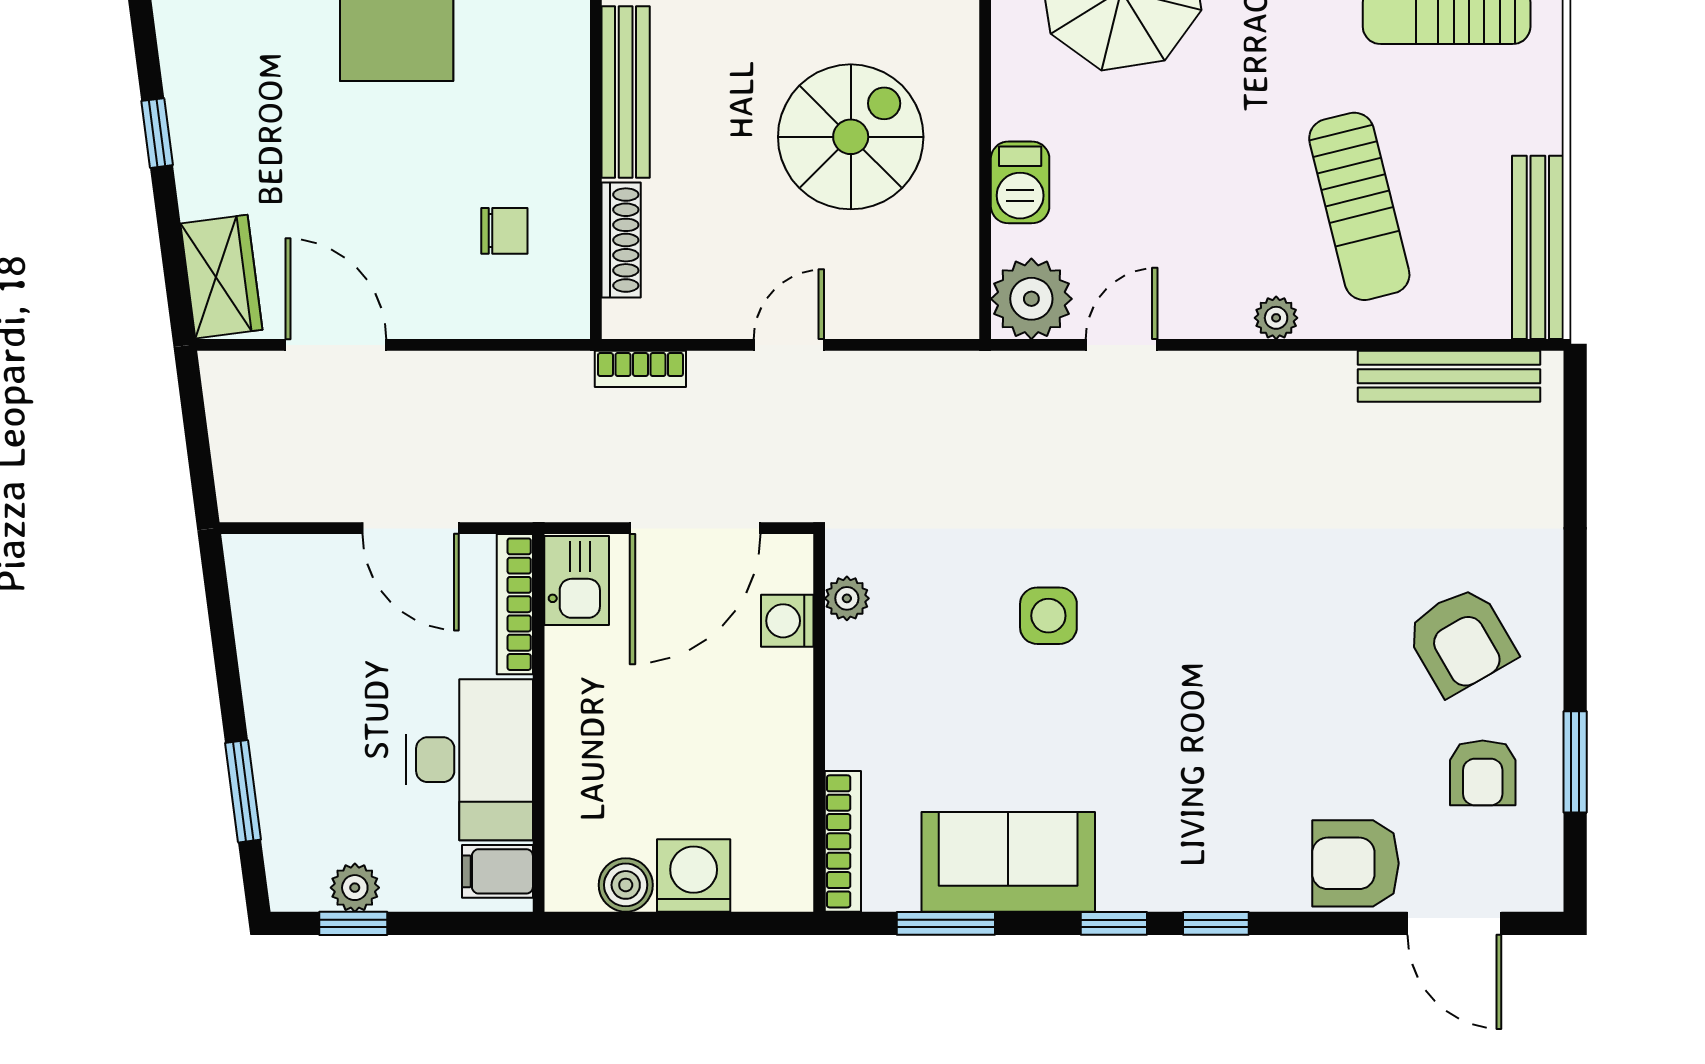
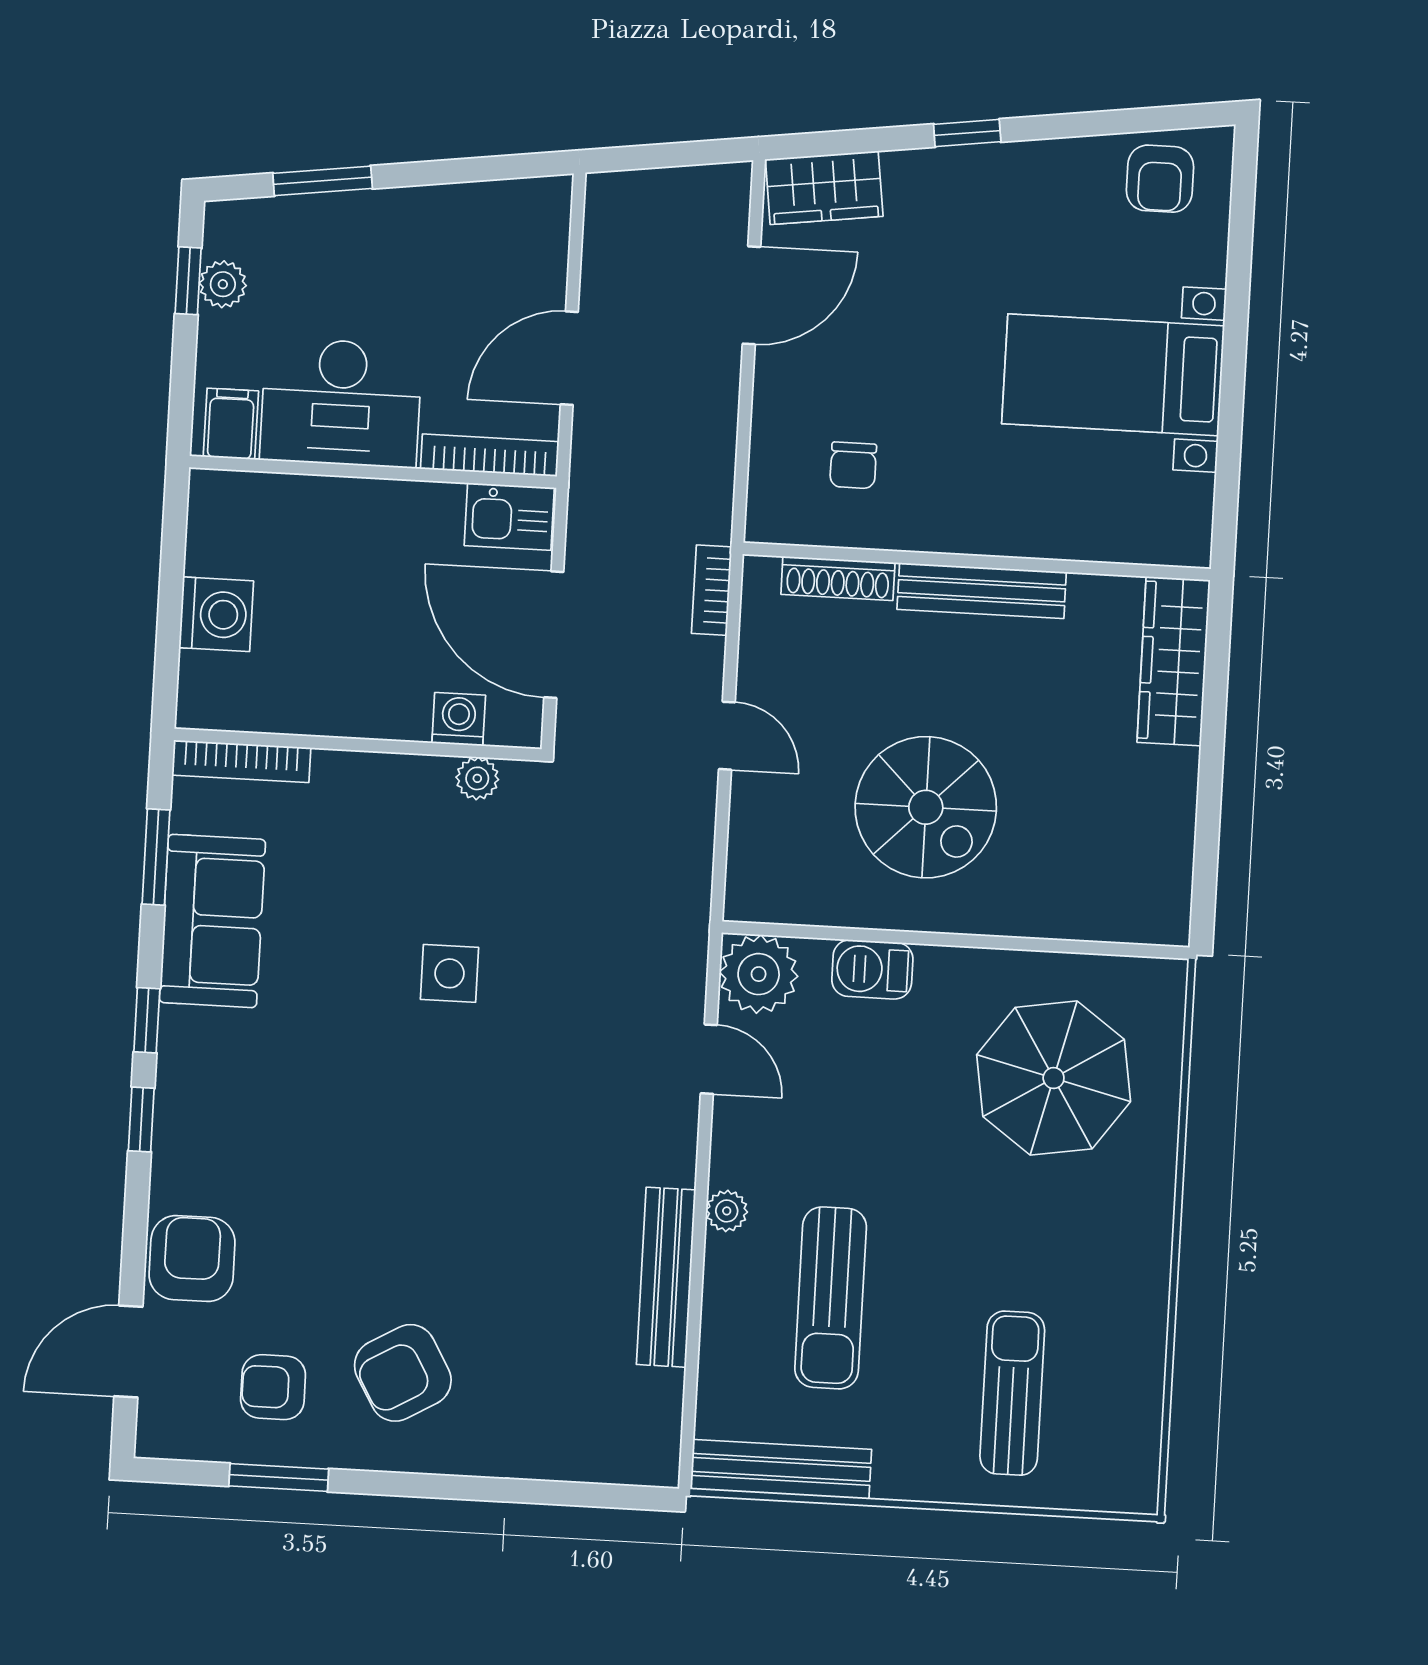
sun lounger: (1359, 206) -> (831, 1298), turned -76
bench: (1449, 376) -> (666, 1277), moved
boiler: (626, 885) -> (211, 548), removed

